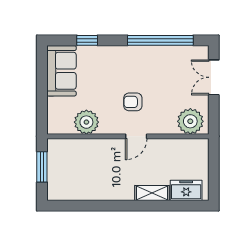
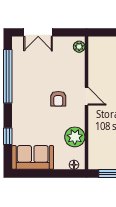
floor lamp: (53, 121) -> (74, 165), added
plant: (190, 121) -> (79, 47), width x0.53, depth x0.53

